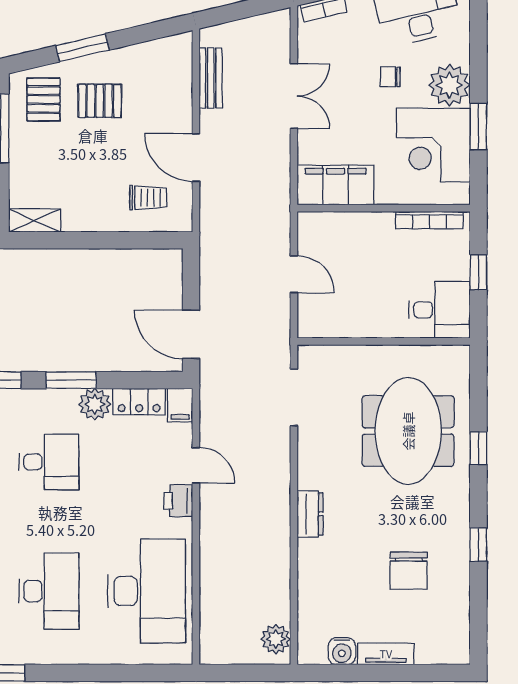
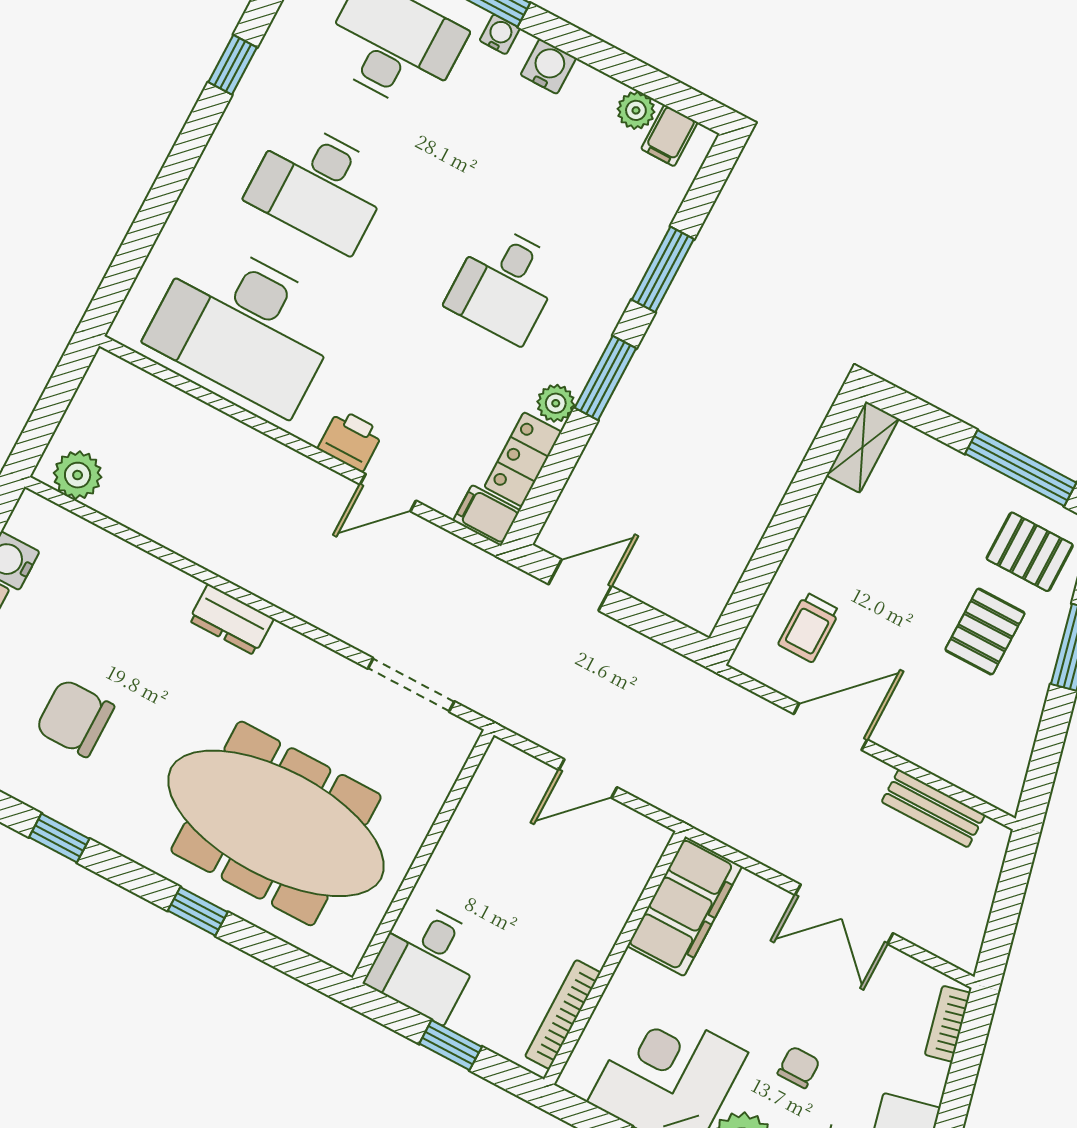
door: (191, 334) -> (580, 585), width x0.73
plant: (95, 404) -> (556, 403), width x0.73, depth x0.73
meeting table: (408, 431) -> (276, 823), width x1.36

